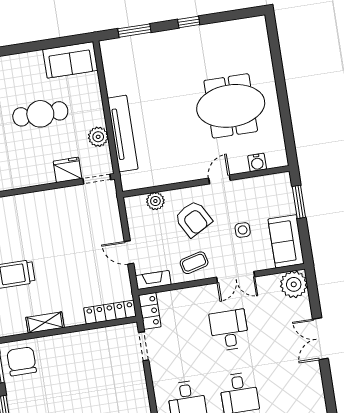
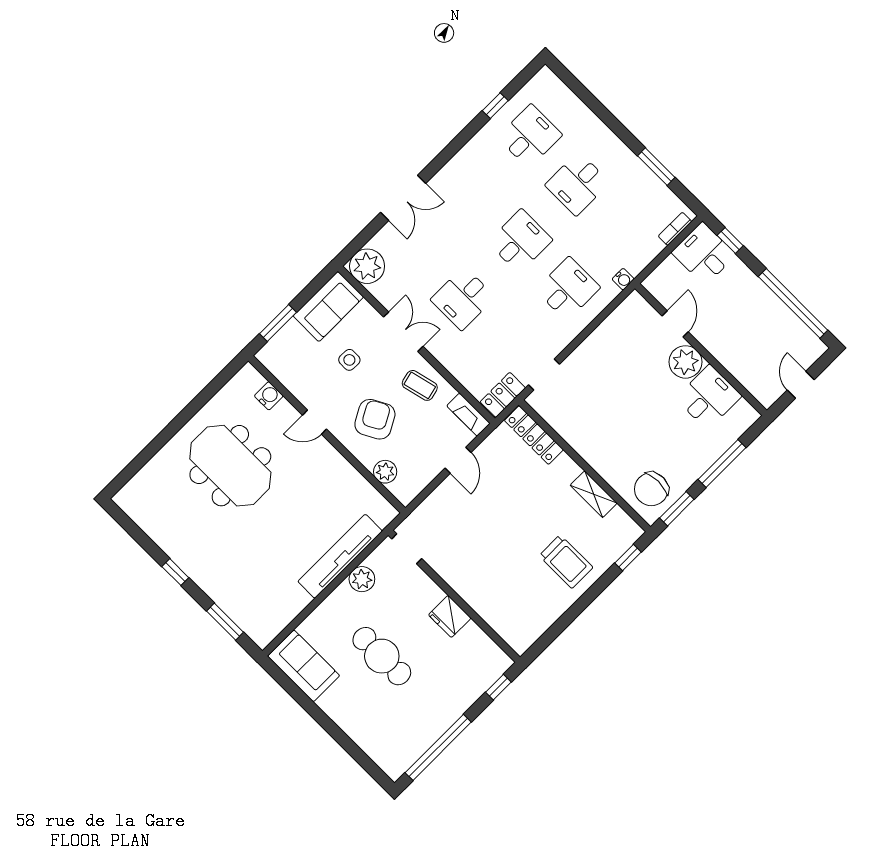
fridge: (68, 170) -> (450, 616), moved

